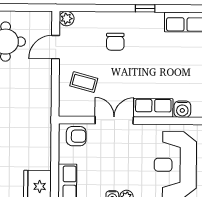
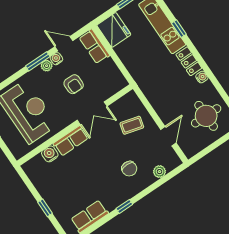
plant: (67, 19) -> (160, 172), moved
chair: (115, 42) -> (129, 169), turned 180
armchair: (76, 136) -> (74, 84), moved, turned -90

